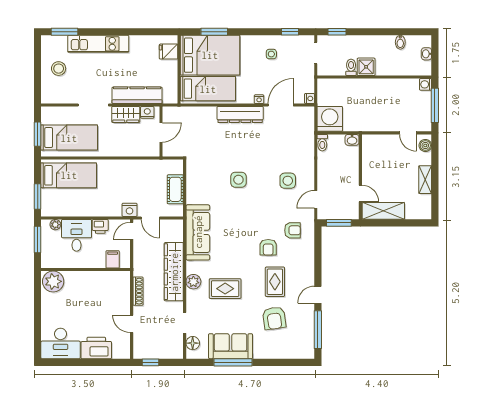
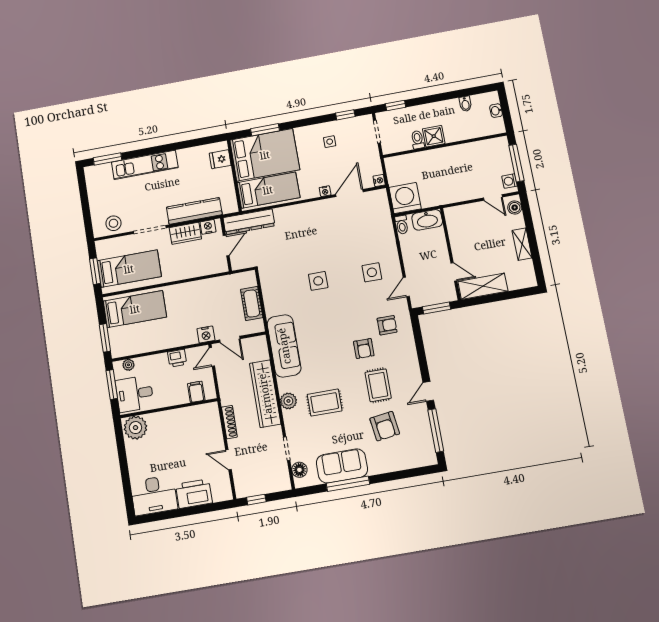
stool: (59, 69) -> (113, 223), moved
washing machine: (426, 84) -> (510, 181), moved
dresser: (240, 115) -> (249, 222), moved
washbasin: (352, 140) -> (427, 220), width x1.91, depth x1.45
desk: (77, 235) -> (135, 394), moved, turned -90

